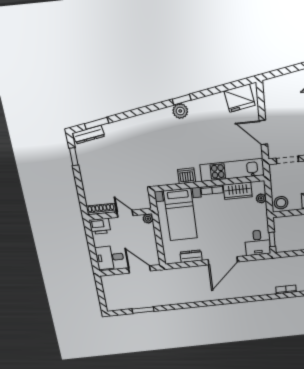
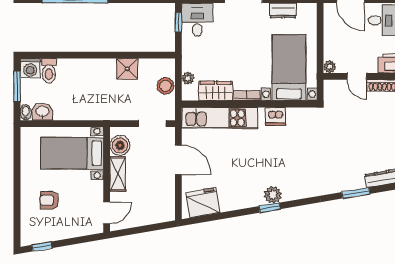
window: (97, 123) -> (356, 193), moved
stool: (281, 203) -> (165, 86), moved

